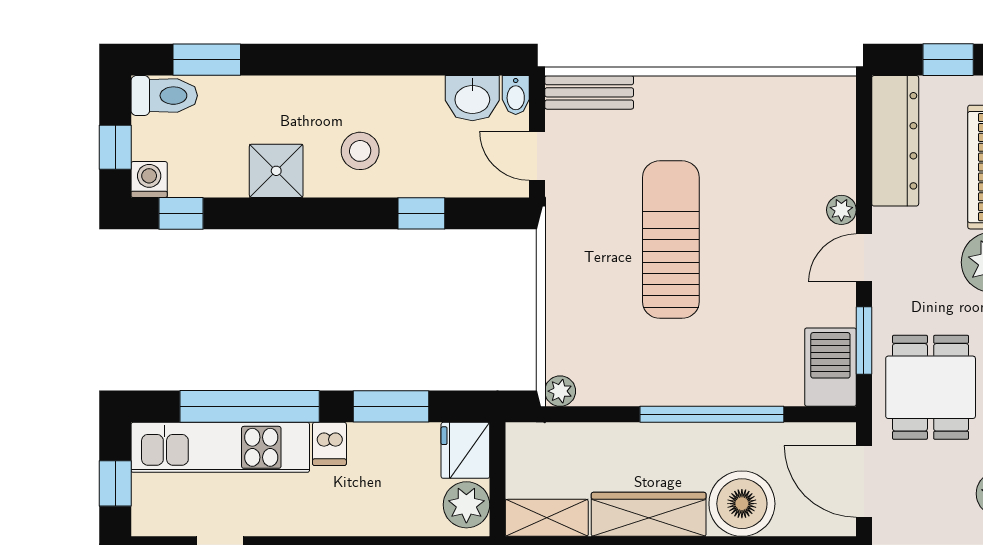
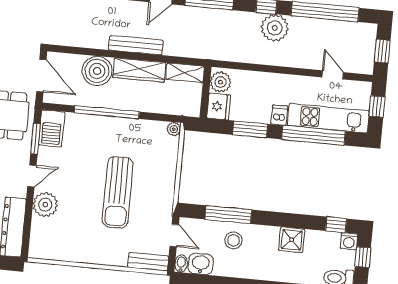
stool: (360, 151) -> (233, 240), moved
plant: (841, 210) -> (45, 205), width x1.87, depth x1.87
window: (421, 213) -> (228, 215), width x2.17

